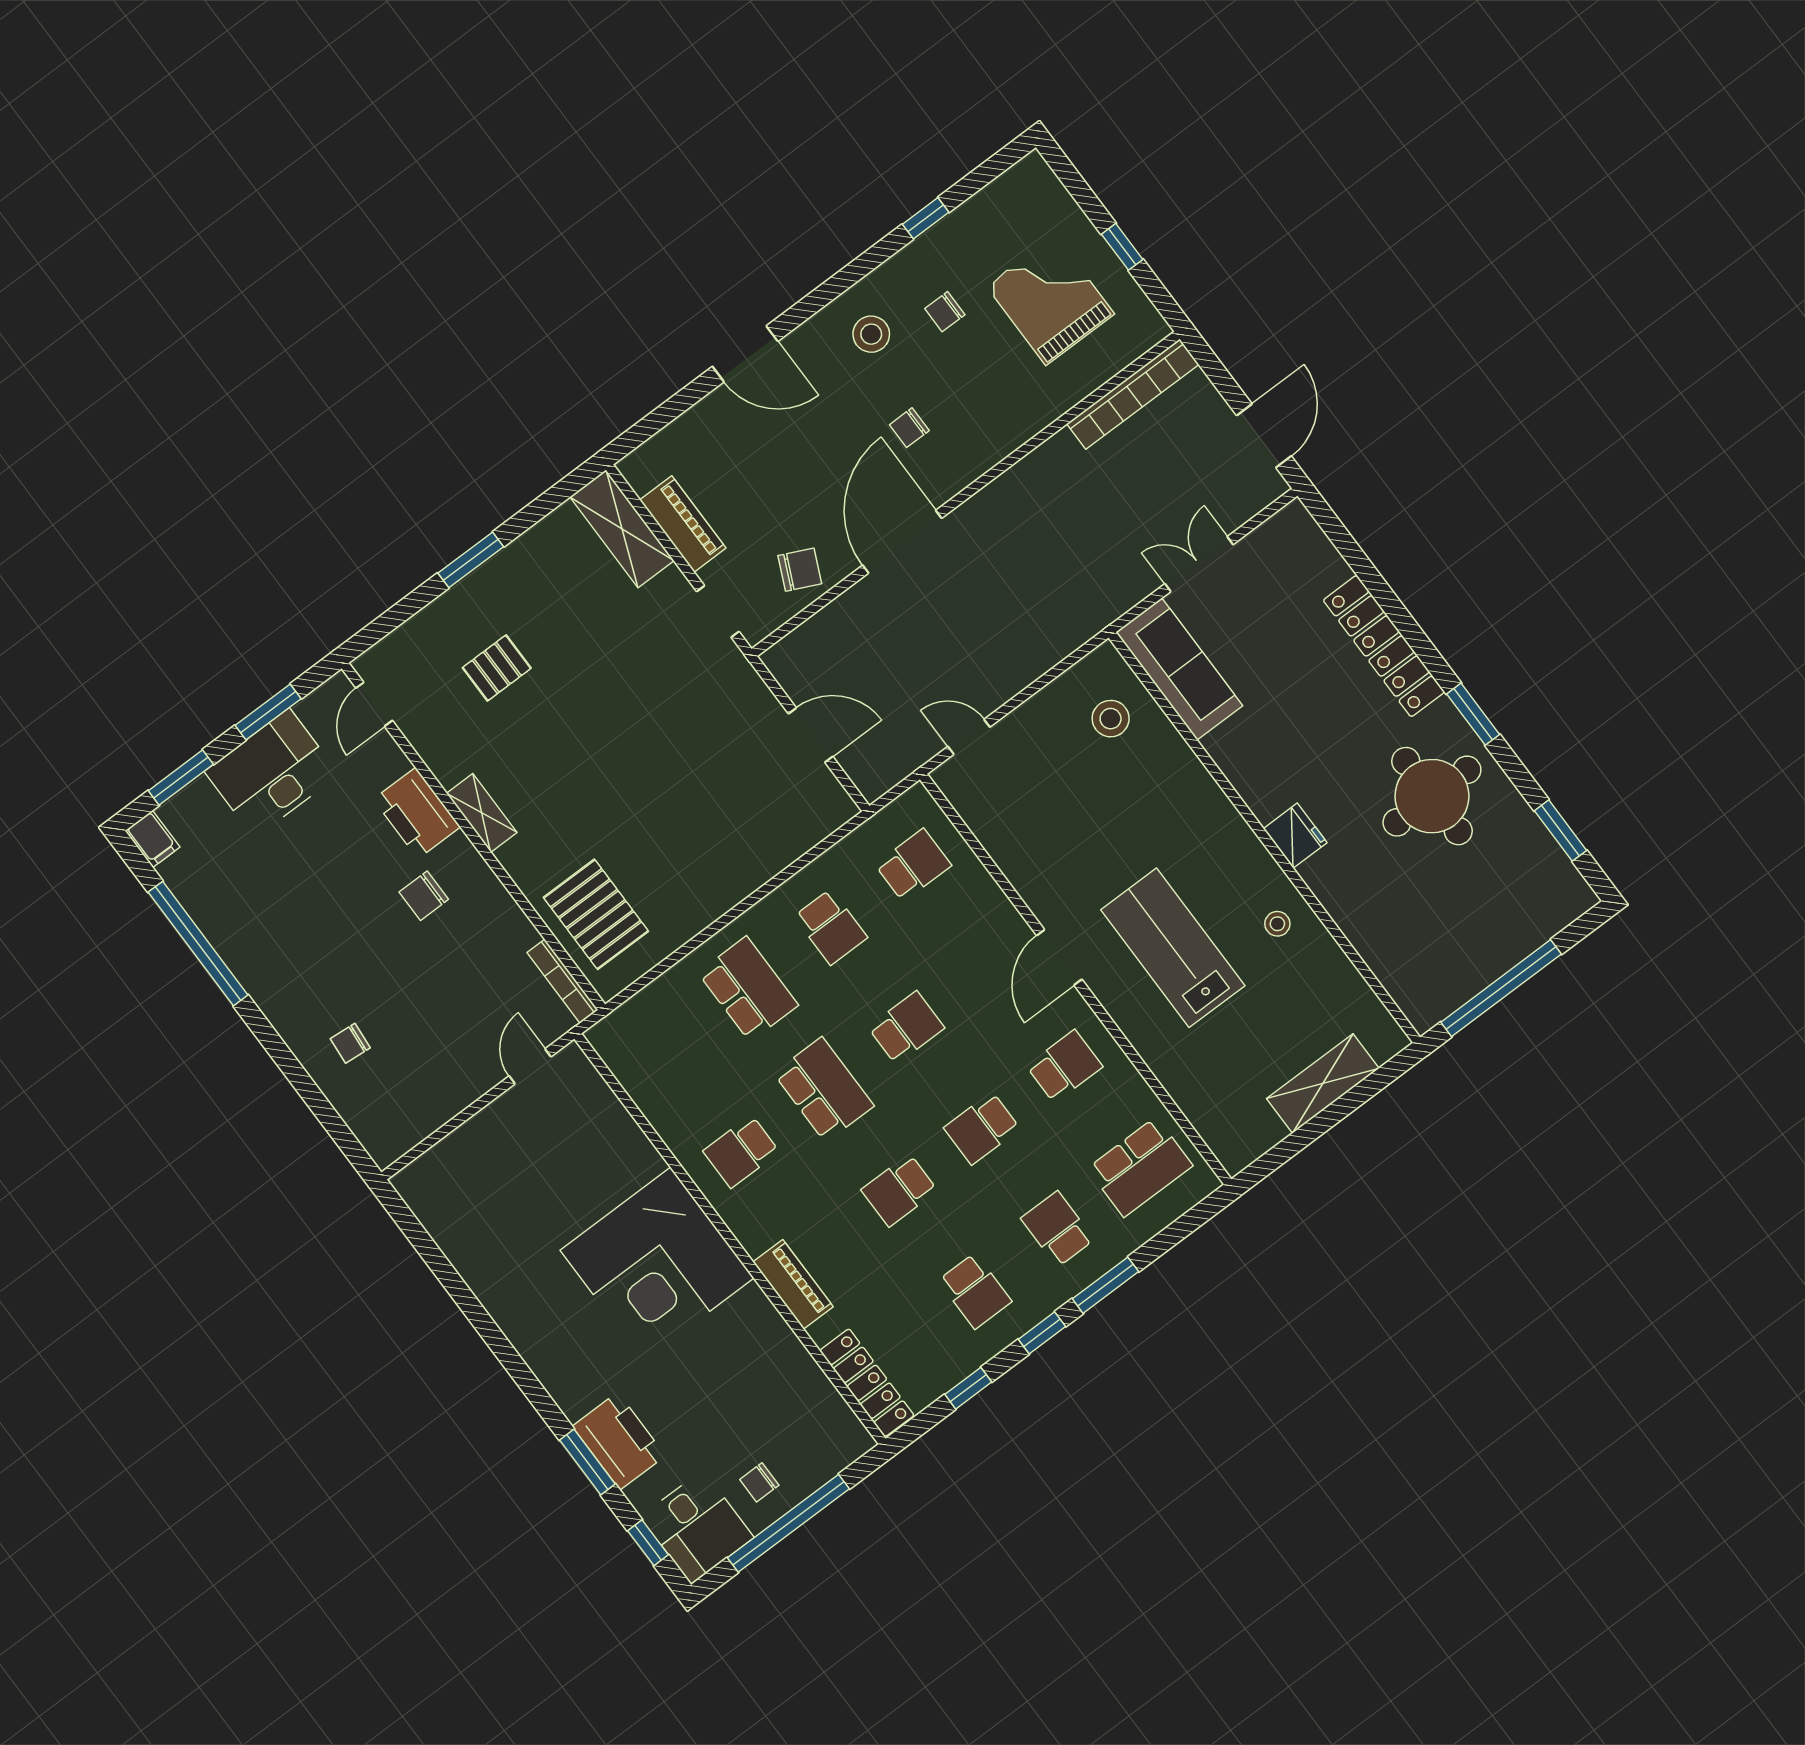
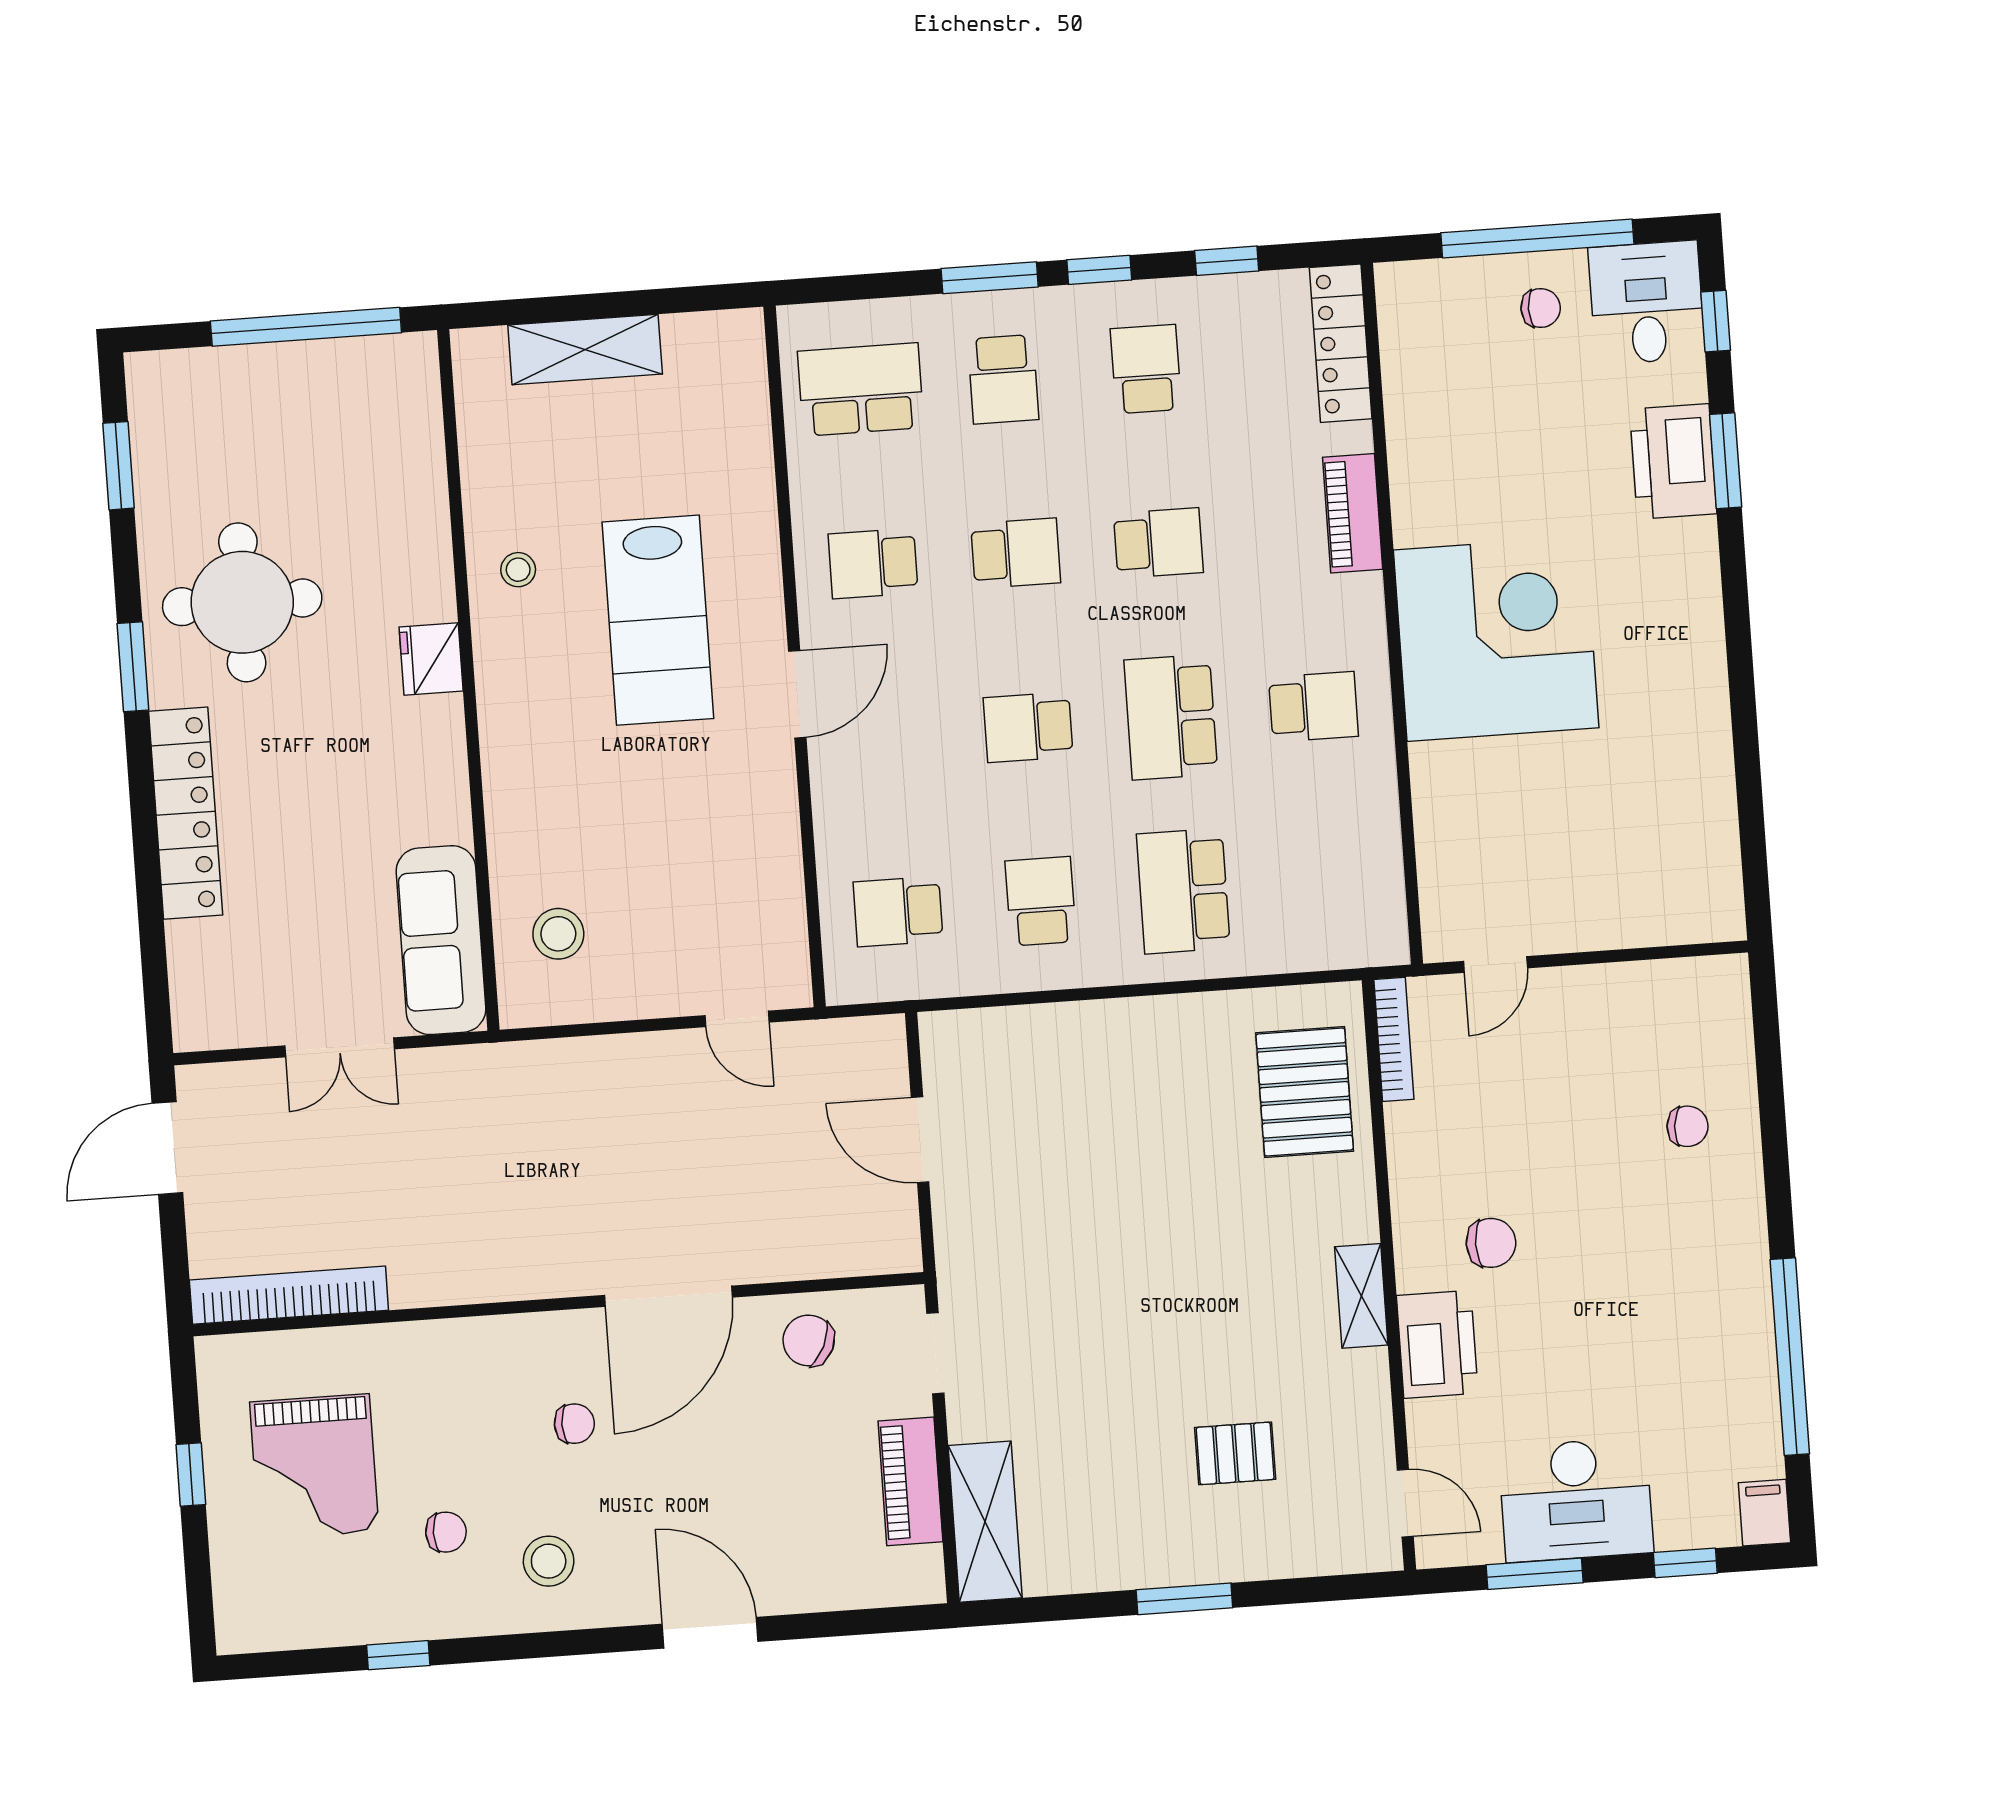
door: (374, 704) -> (1405, 1503), hinge flipped
window: (181, 777) -> (1685, 1563), width x0.67

